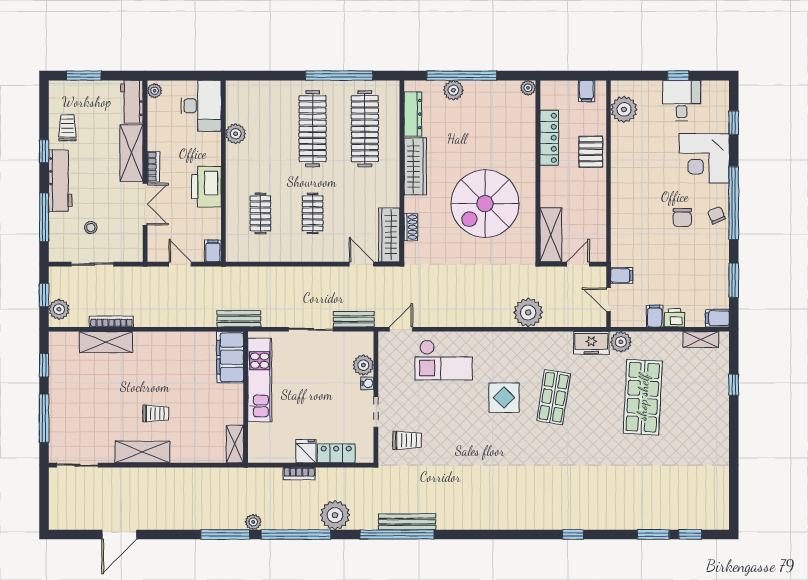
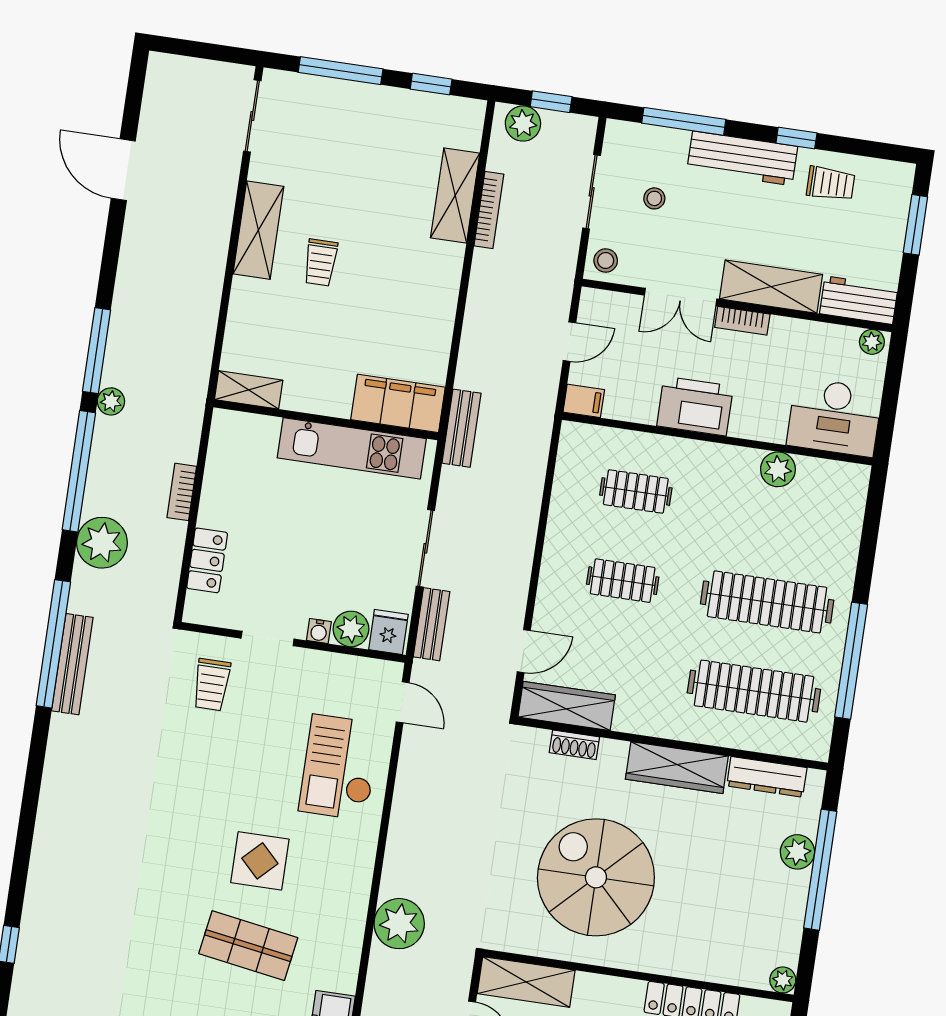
stool: (131, 250) -> (606, 261), added
fridge: (306, 451) -> (388, 632), moved, turned -90

